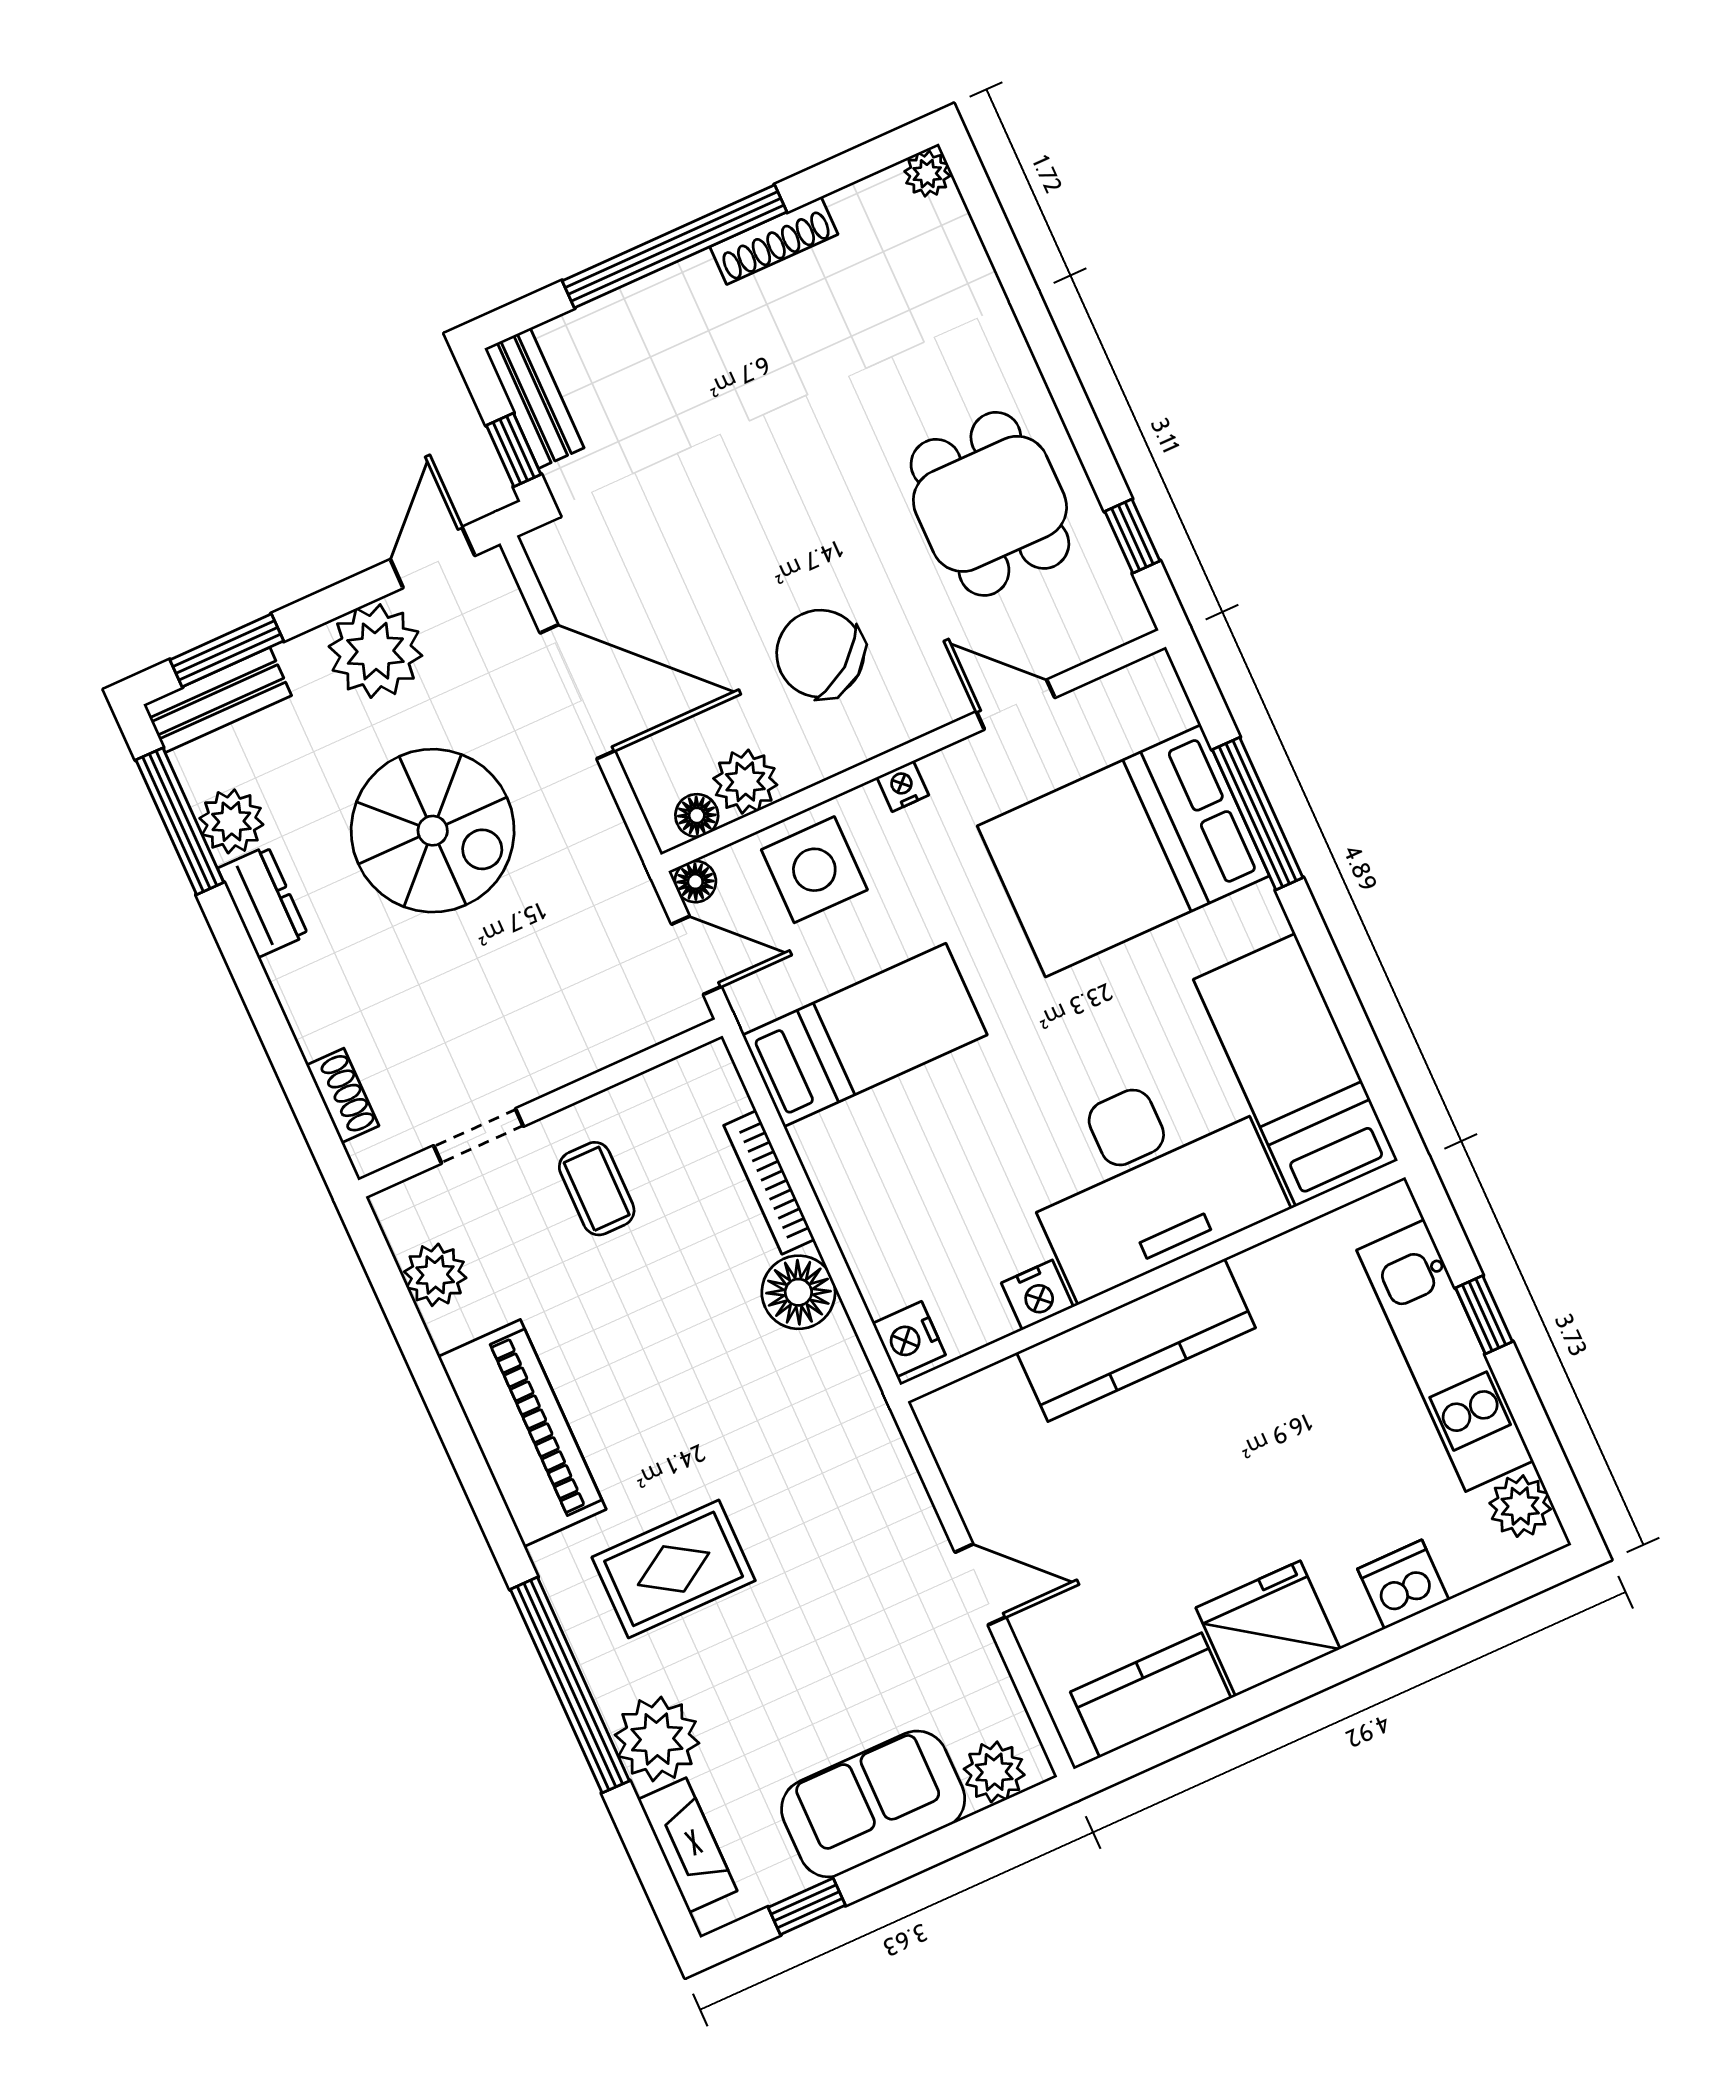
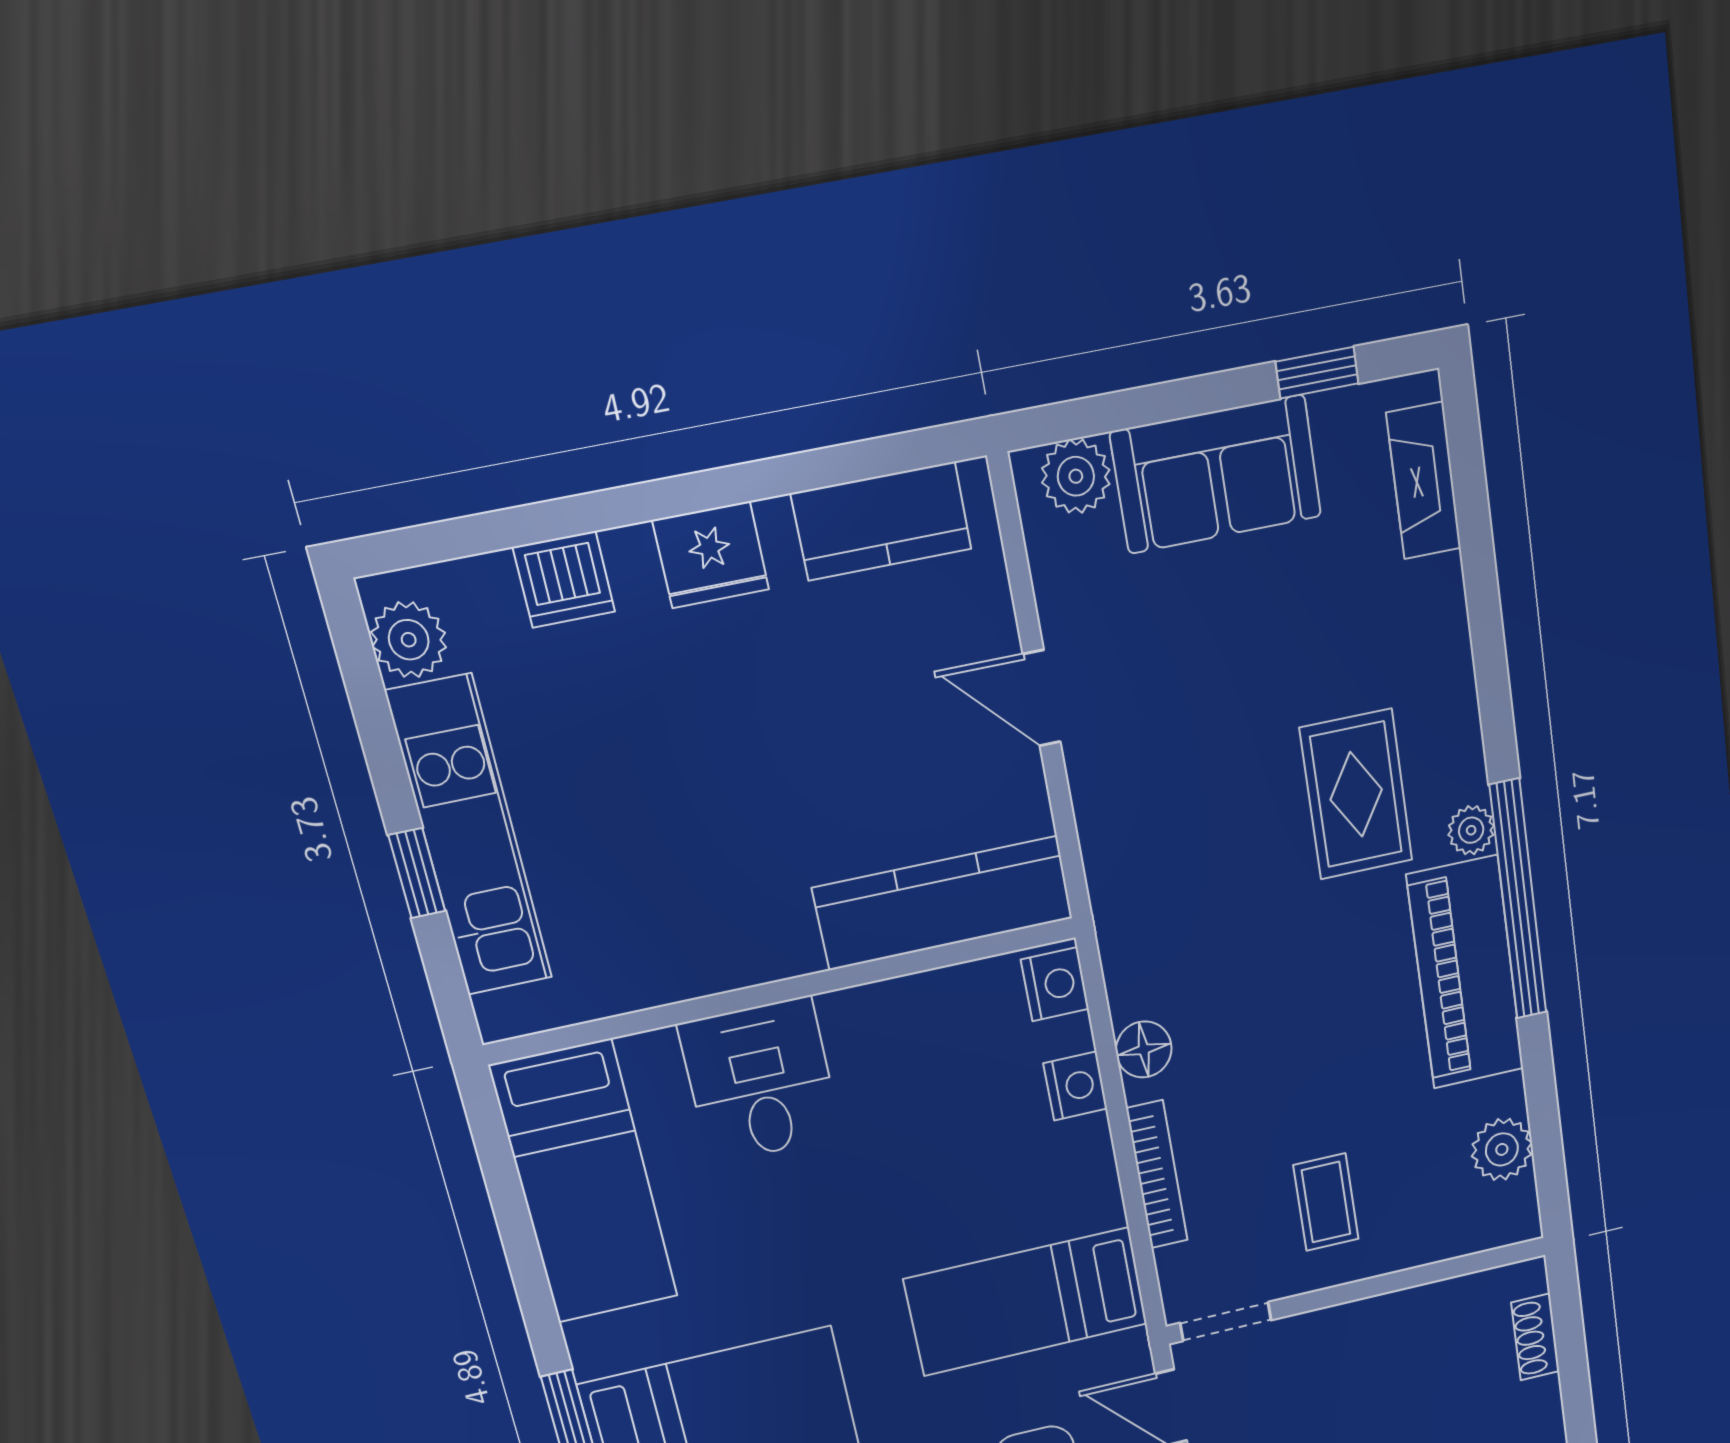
doorway: (479, 1136) -> (1226, 1321), moved
desk: (1149, 1177) -> (760, 1081), width x0.53, depth x0.77
floor lamp: (798, 1292) -> (1144, 1049), width x0.73, depth x0.73
nightstand: (1037, 1295) -> (1075, 1086), moved, turned 90
kitchen counter: (1136, 1340) -> (943, 903), moved
rug: (674, 1569) -> (1356, 794), turned 90
fridge: (1268, 1628) -> (711, 555), width x0.73, depth x0.75
window: (570, 1685) -> (1518, 900), moved
plant: (657, 1739) -> (1471, 830), moved, width x0.53, depth x0.53

